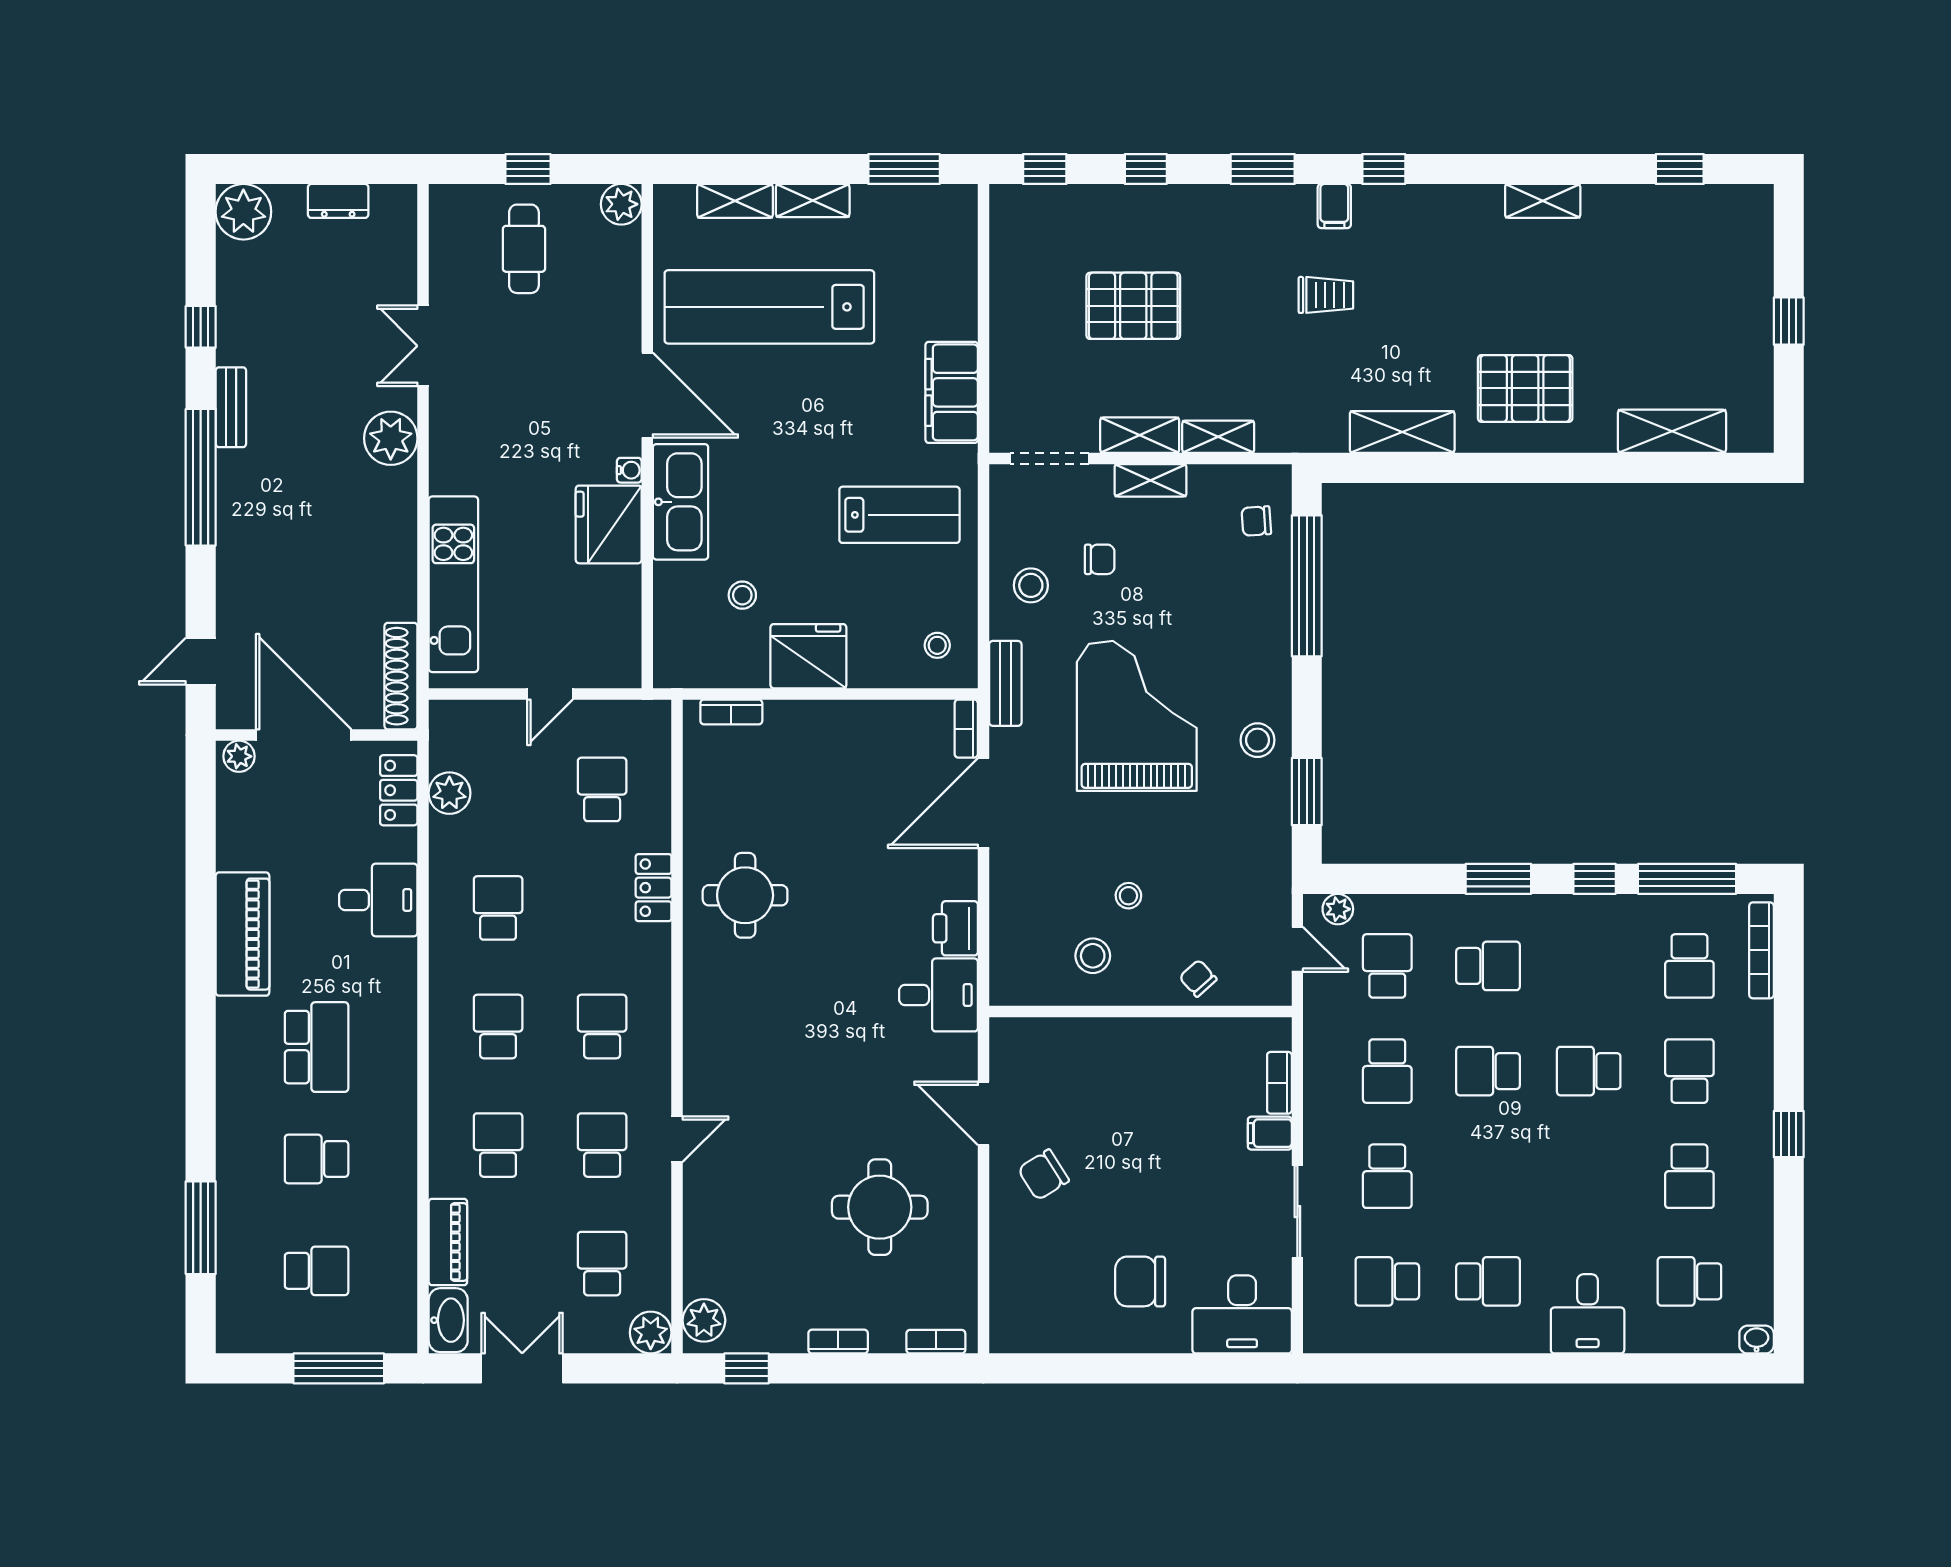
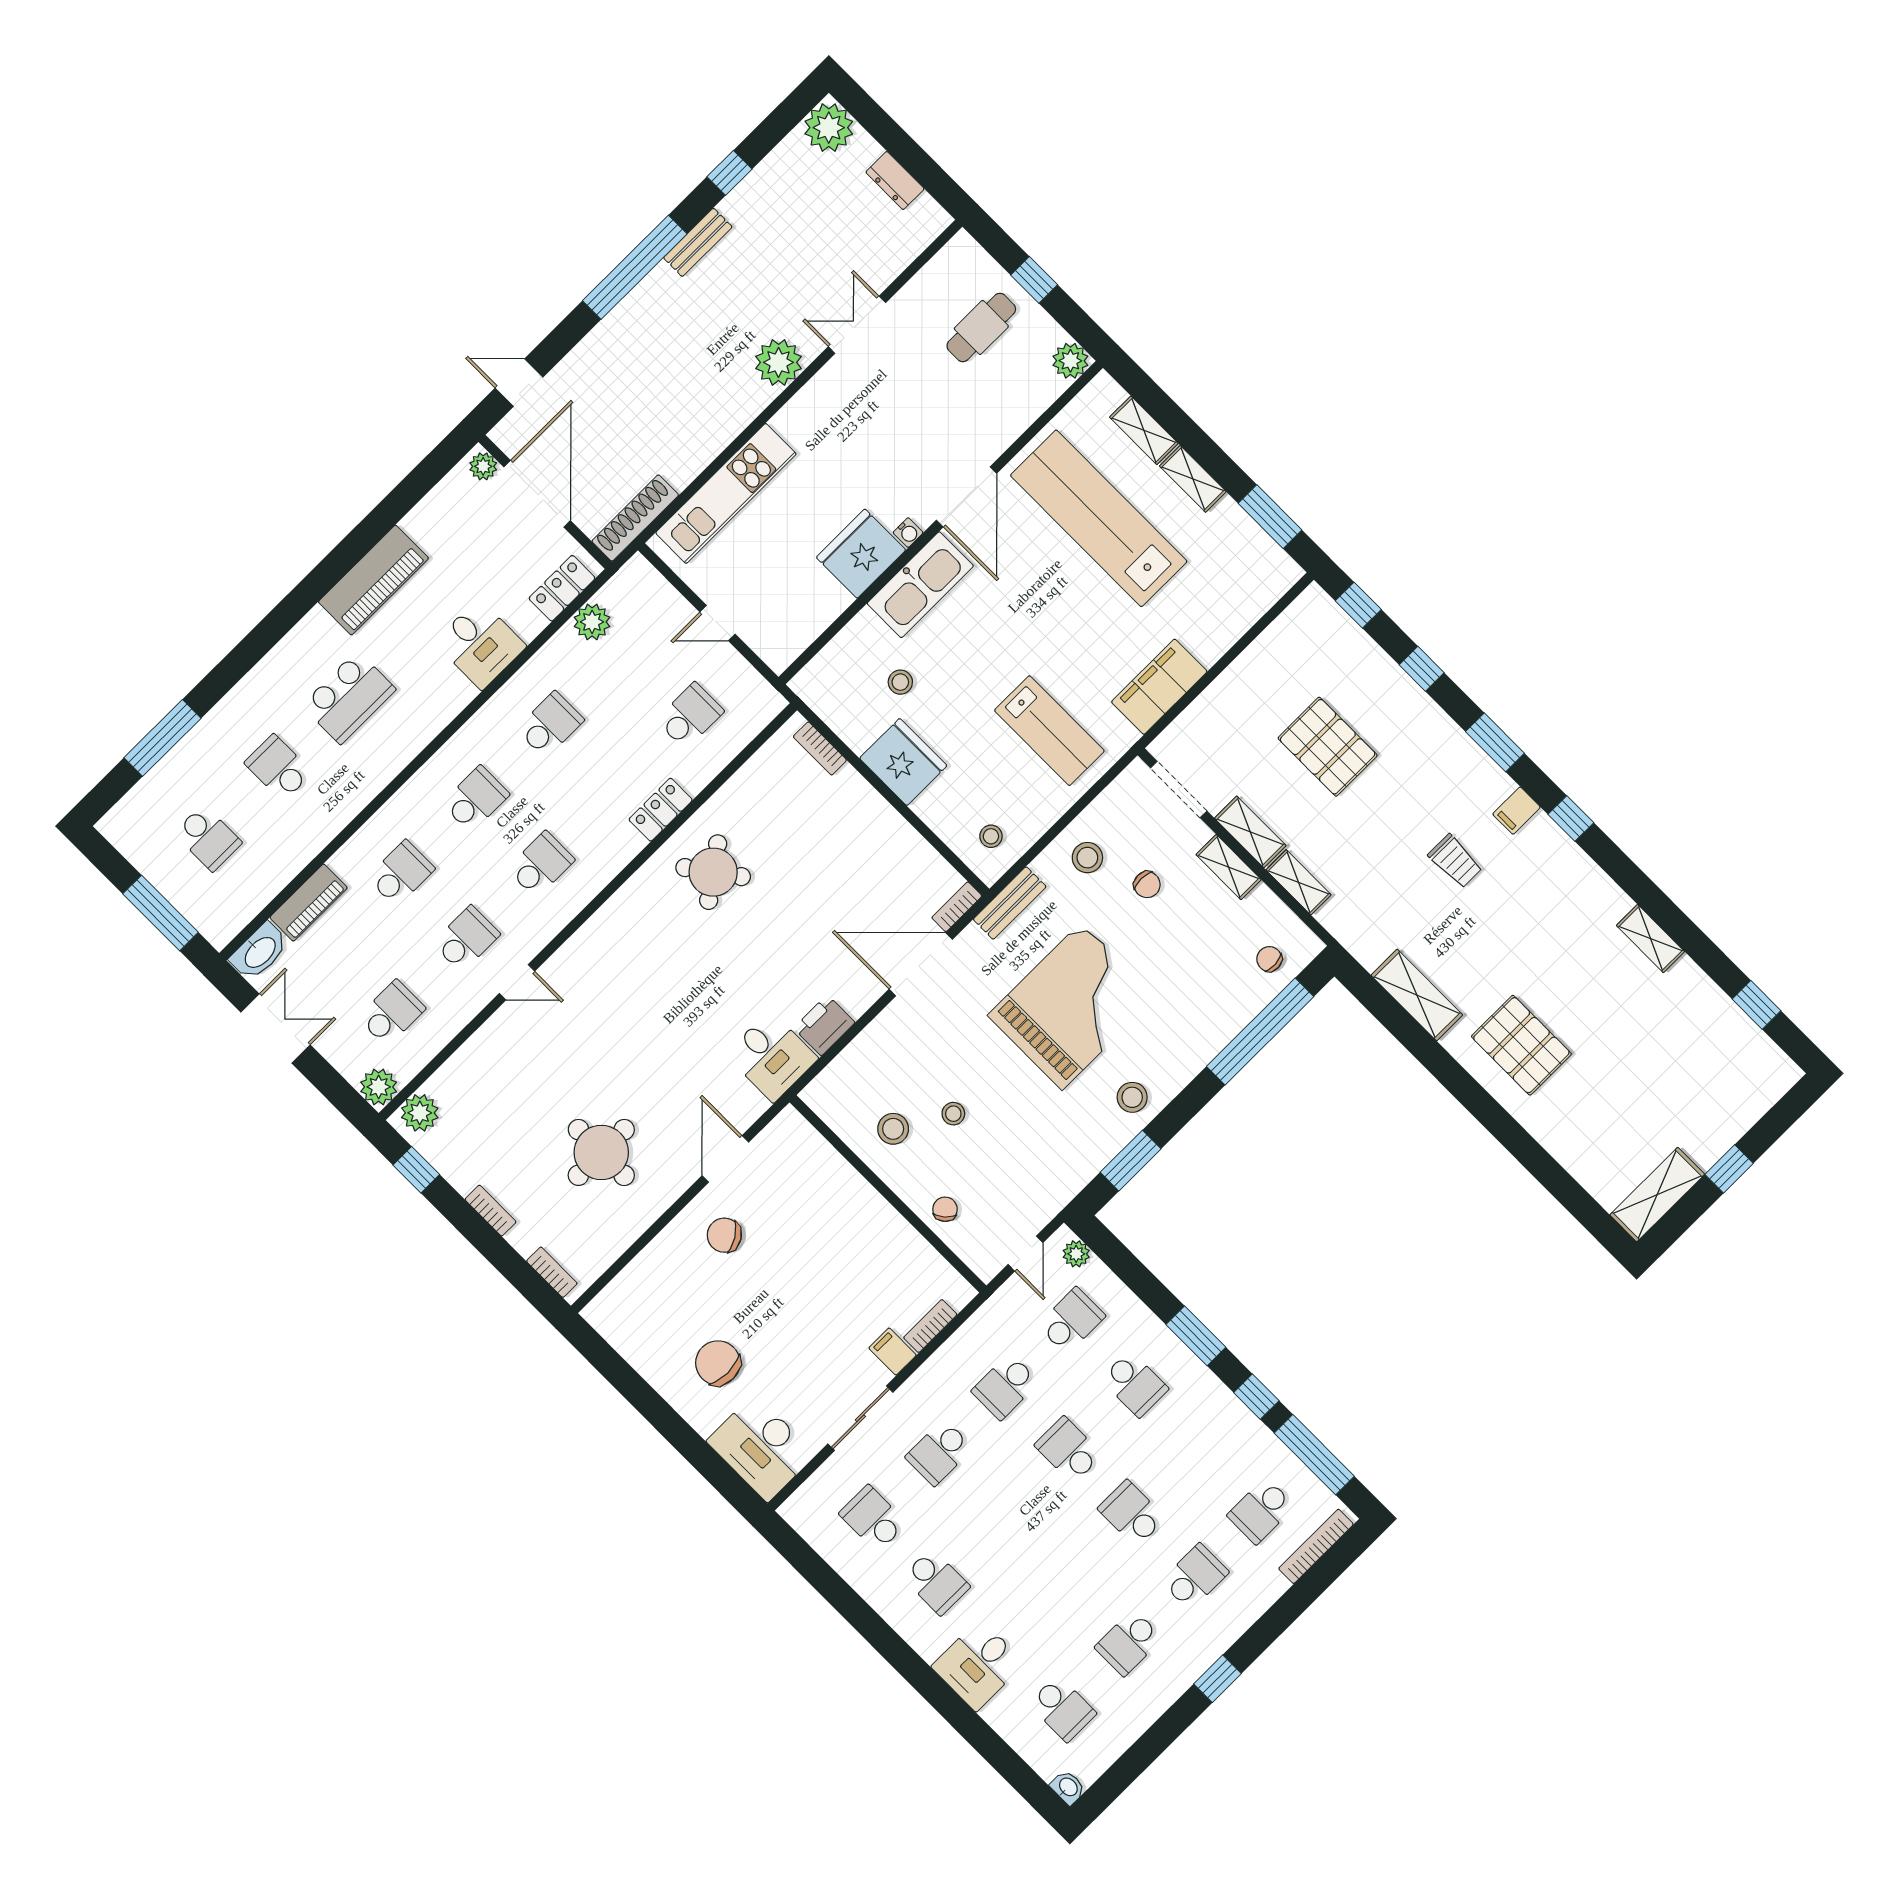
shelving: (1672, 431) -> (1657, 1195), moved, turned 90
round table: (745, 895) -> (713, 872), turned -36
school desk: (1689, 1281) -> (1062, 1709), turned 180

